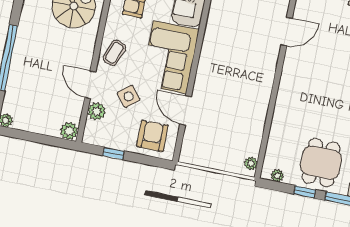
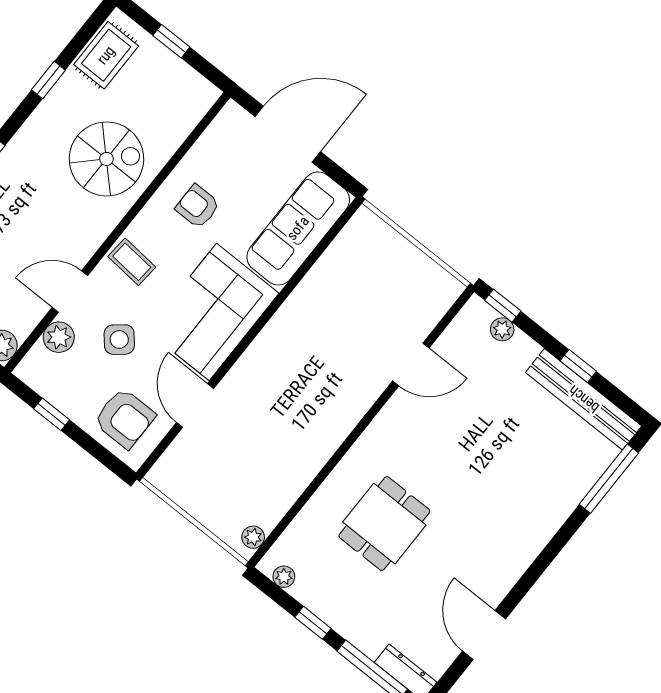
coffee table: (114, 53) -> (132, 262), turned 75
door: (90, 85) -> (70, 292), hinge flipped
armchair: (152, 136) -> (125, 418), turned 90
dining table: (321, 163) -> (384, 524), moved

